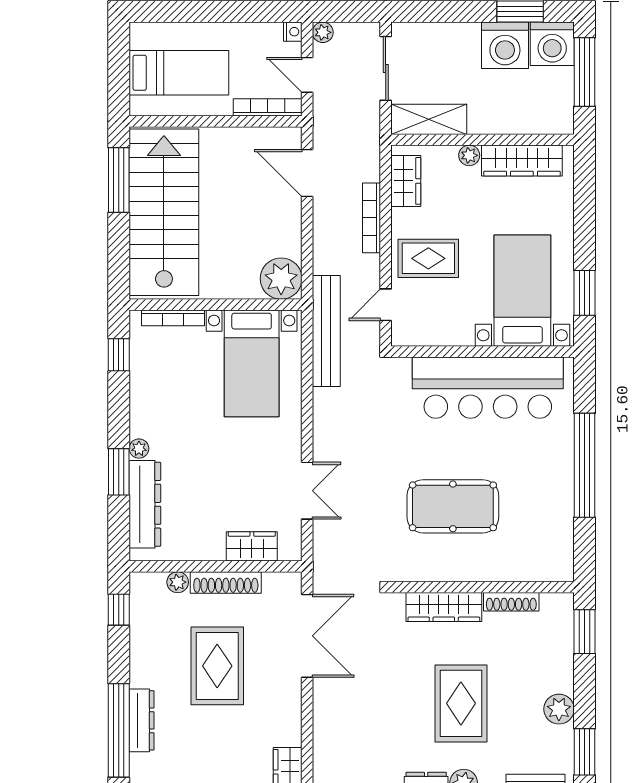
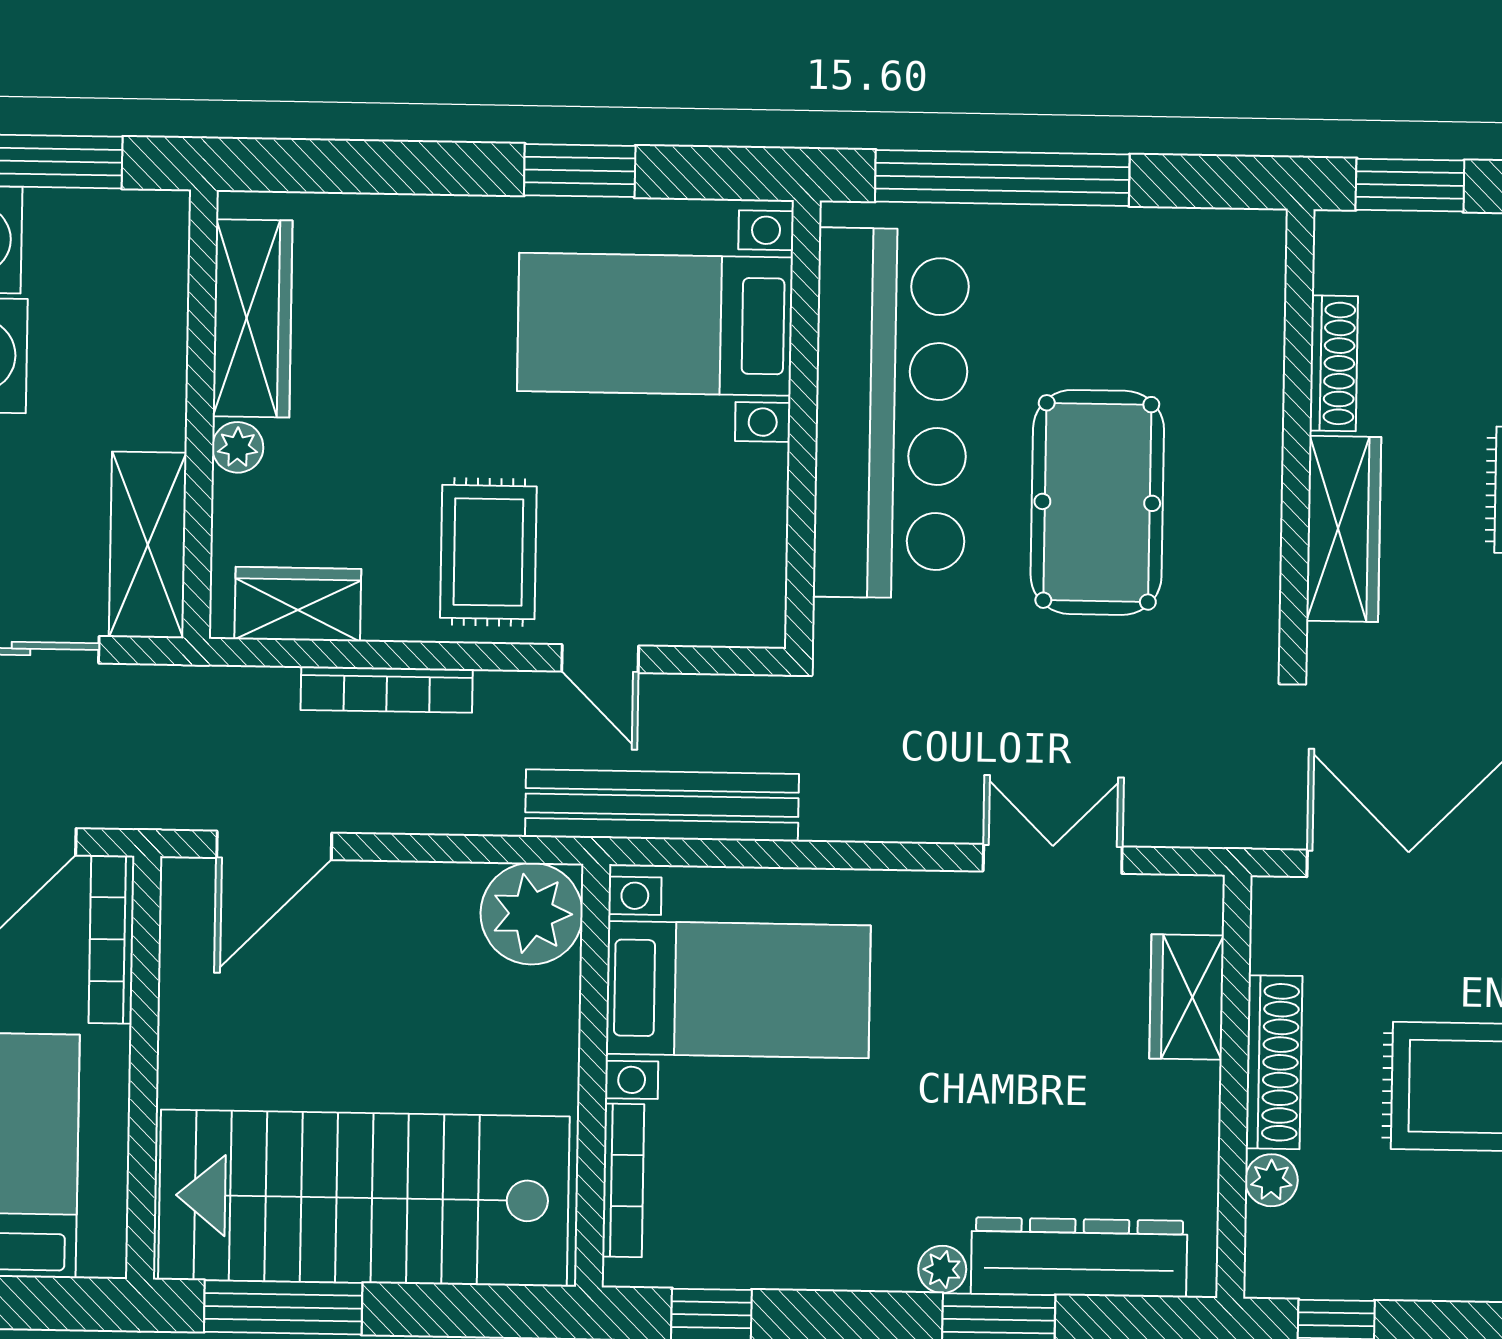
bed with nightstands: (522, 291) -> (655, 324), moved
wall: (482, 352) -> (803, 425), moved
bar counter: (488, 388) -> (891, 413), moved

